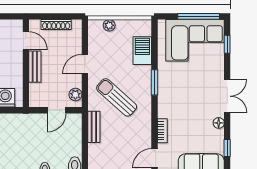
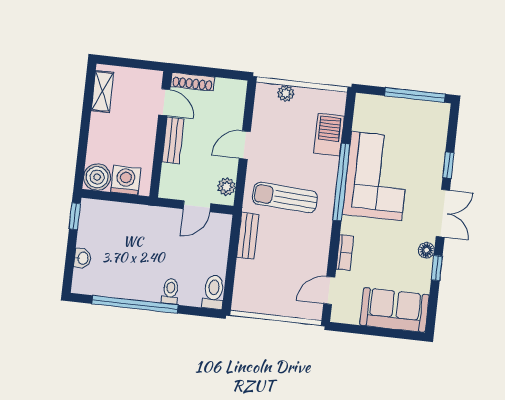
shoe rack: (56, 25) -> (193, 82), moved
corner sofa: (195, 40) -> (376, 176), moved, turned -90
window: (227, 44) -> (448, 165), moved
window: (154, 82) -> (341, 182), width x2.11
sun lounger: (117, 97) -> (285, 198), turned -39
window: (227, 148) -> (437, 268), moved

